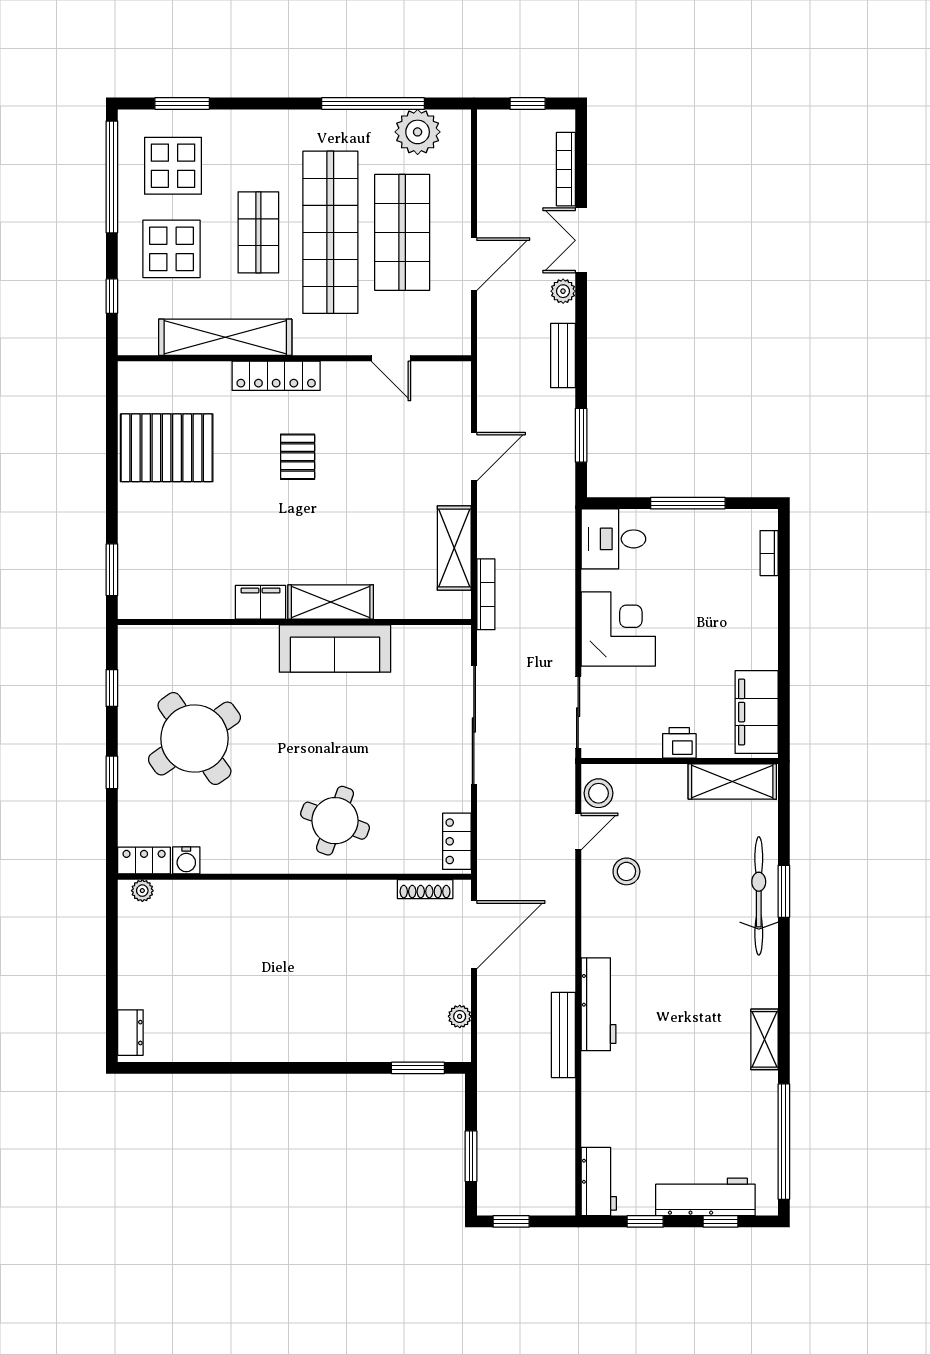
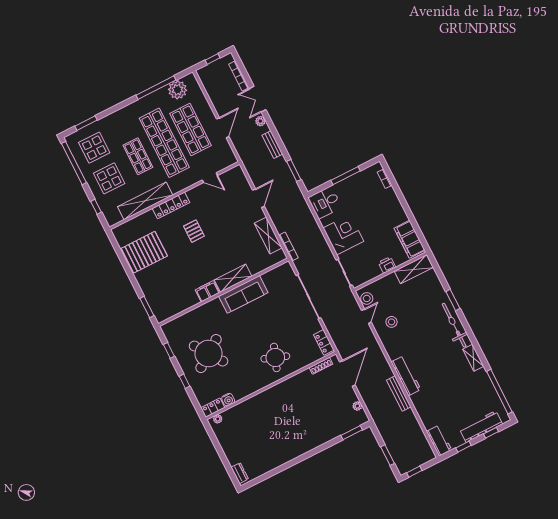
bicycle: (759, 896) -> (454, 325), moved

